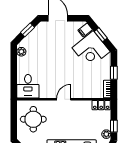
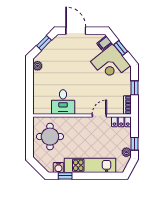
desk: (28, 86) -> (63, 102), moved
door: (64, 99) -> (99, 116), moved

